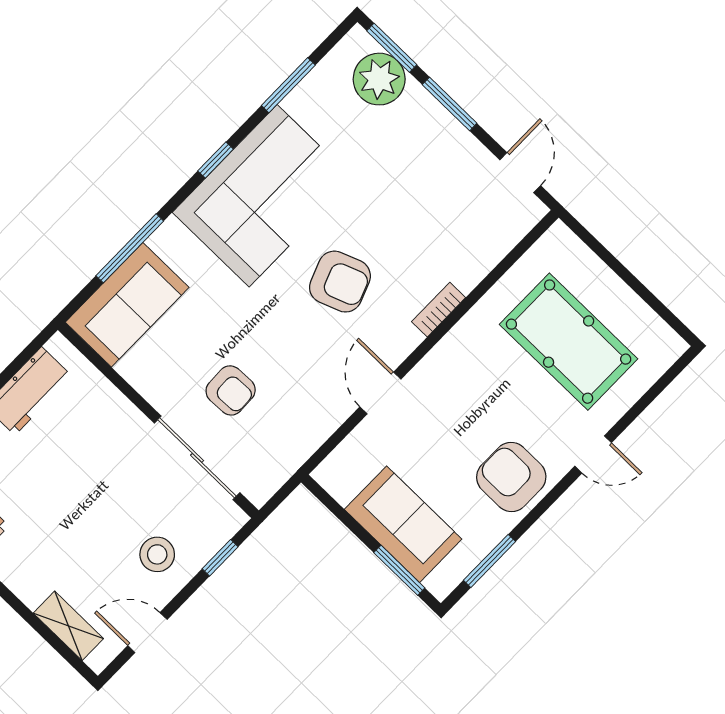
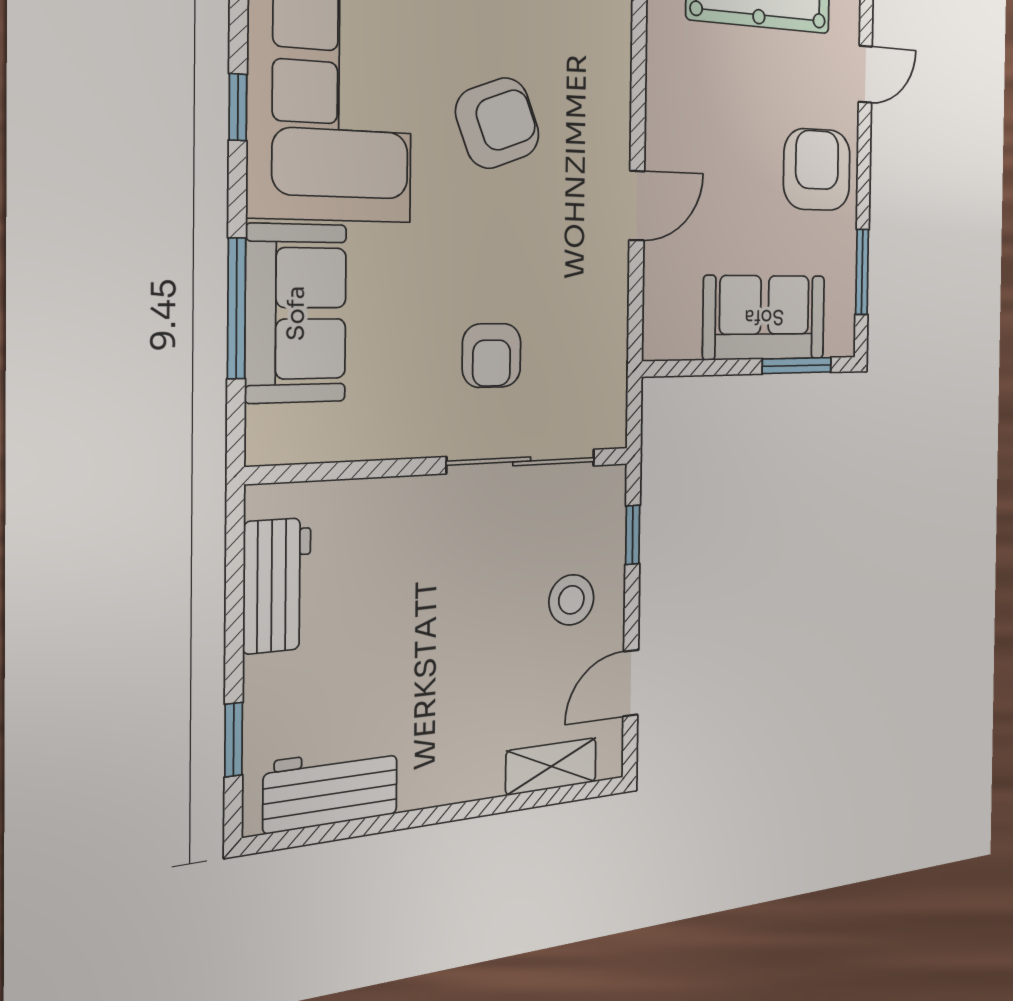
sofa: (127, 305) -> (296, 313), moved
bookcase: (439, 310) -> (618, 59), removed
armchair: (231, 390) -> (492, 355), turned 92
door: (380, 393) -> (637, 206), swing flipped
armchair: (511, 477) -> (817, 170), turned 90

